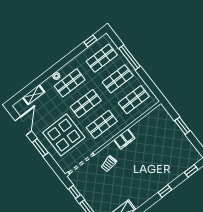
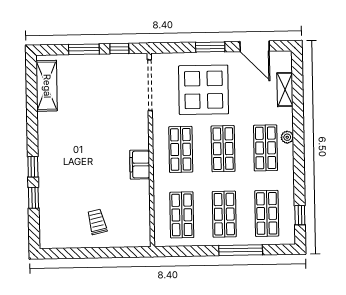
window: (182, 126) -> (101, 253), removed
trolley: (109, 164) -> (97, 222), moved
window: (191, 171) -> (33, 198), moved

